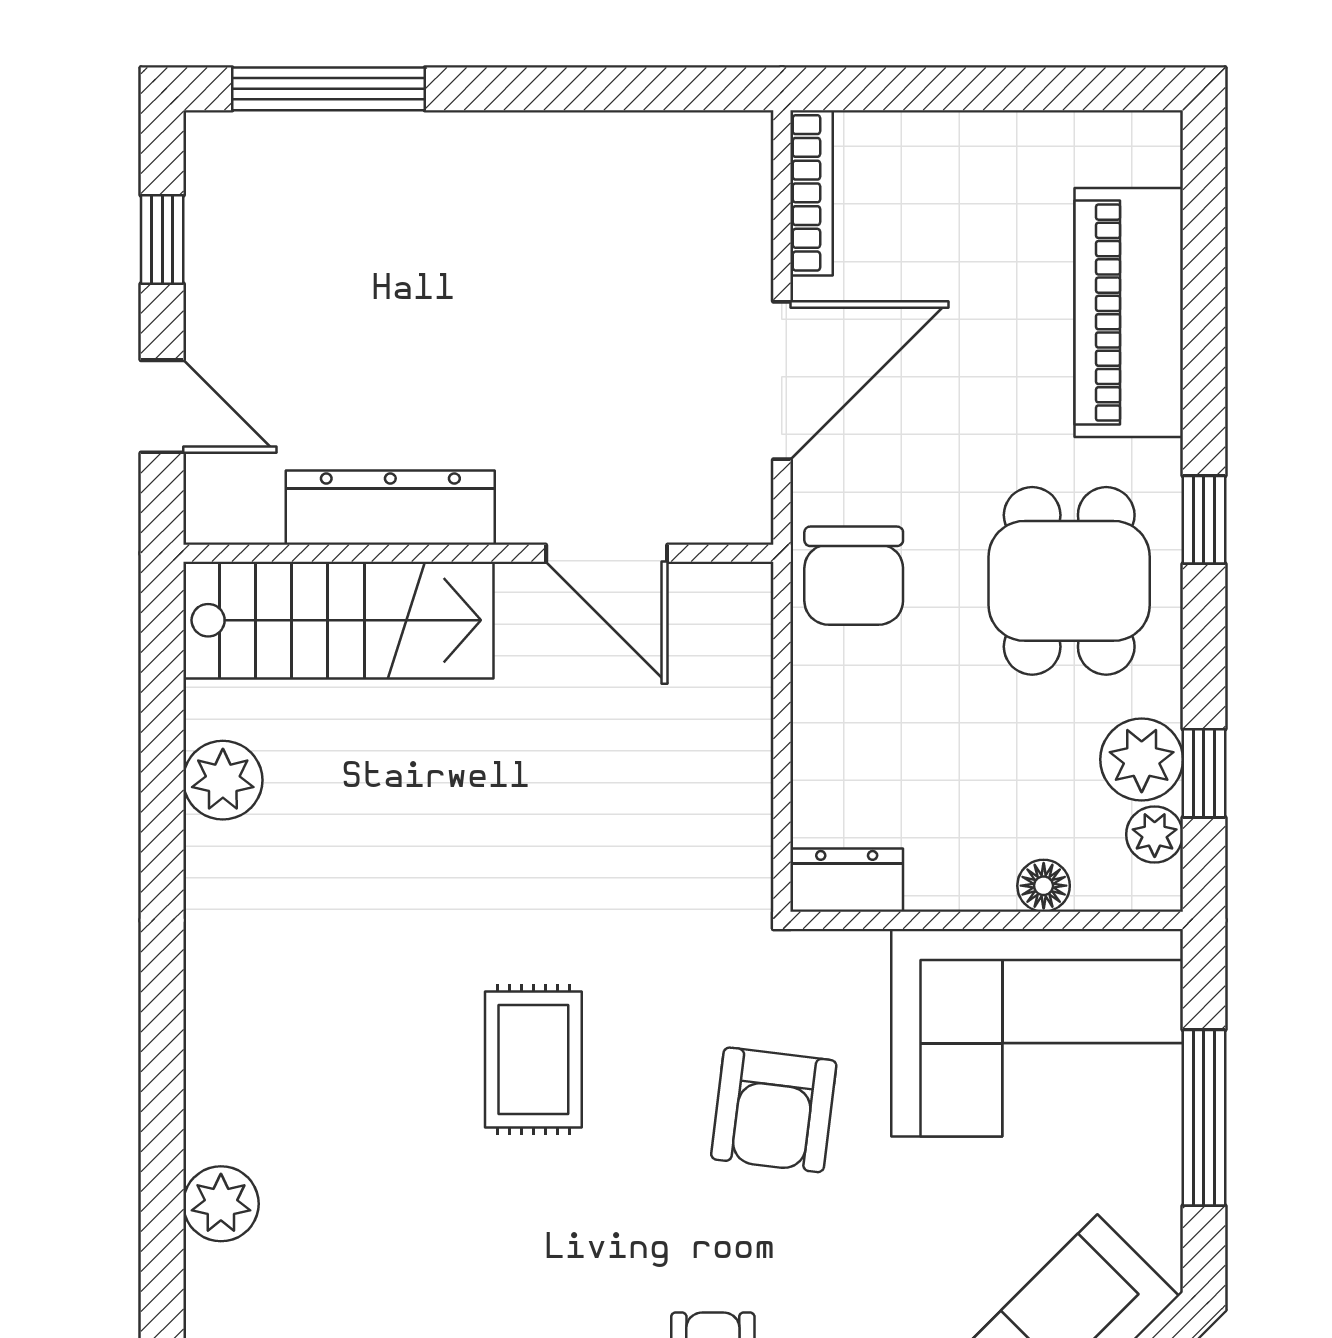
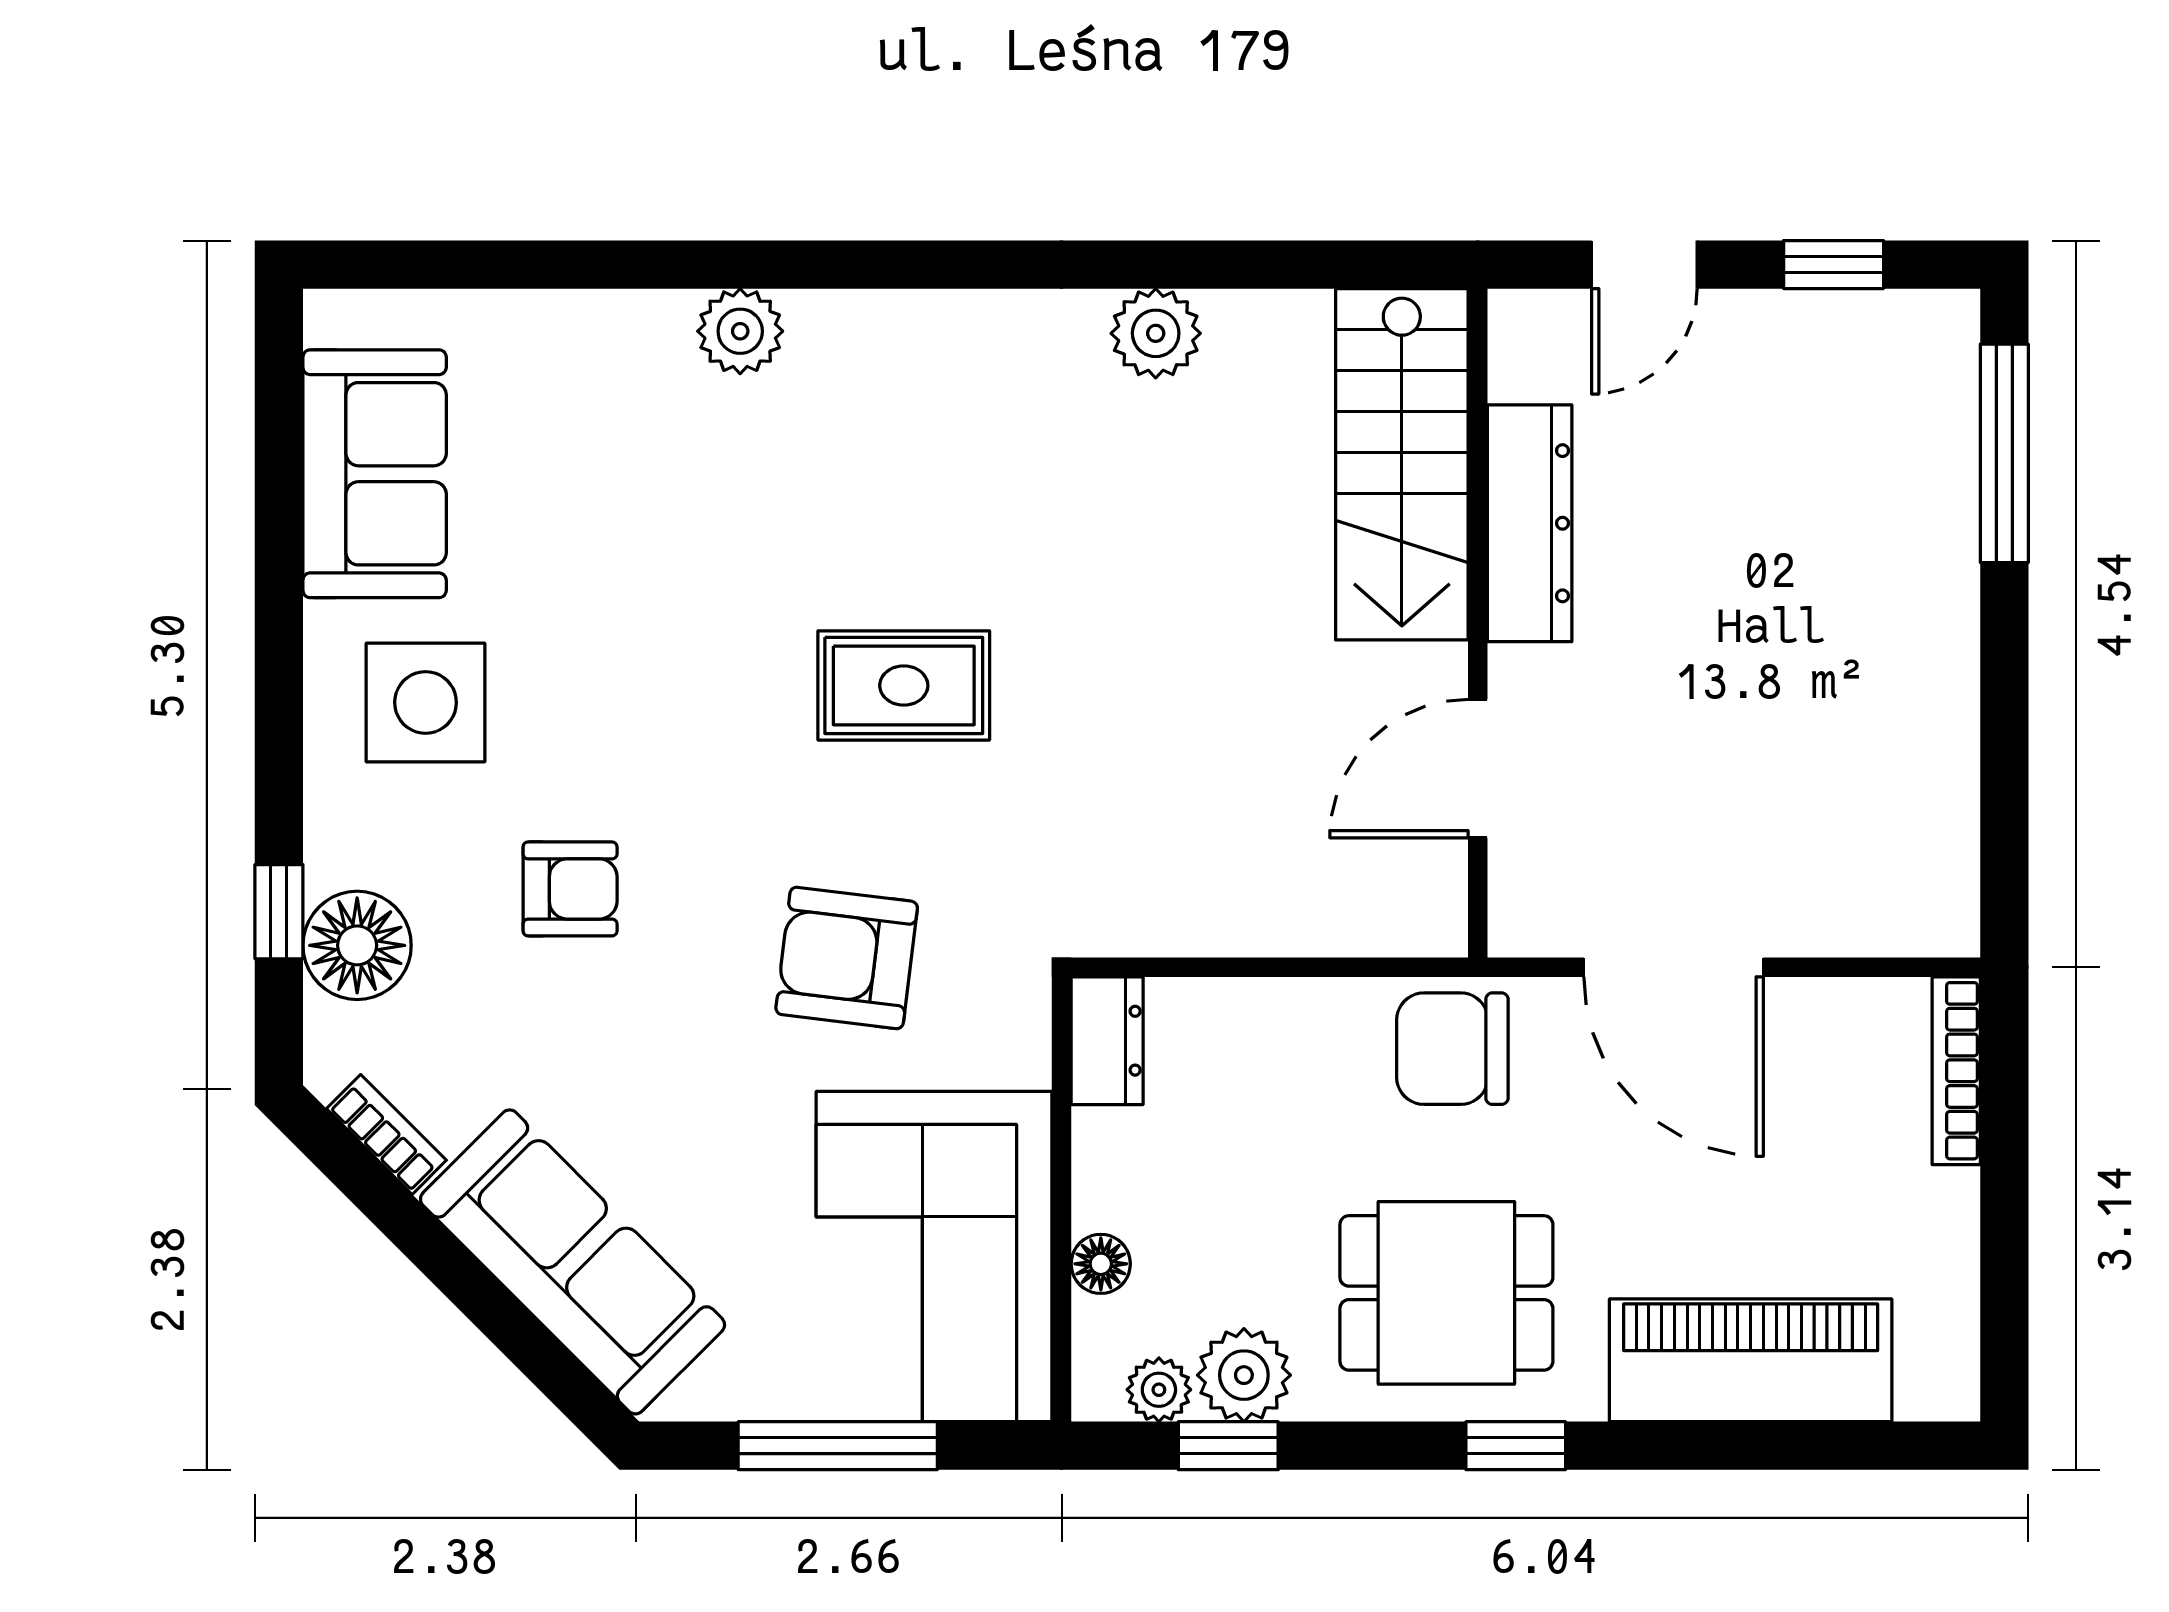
bookcase: (812, 193) -> (1956, 1071), moved, turned 90
plant: (223, 780) -> (1156, 333), moved

